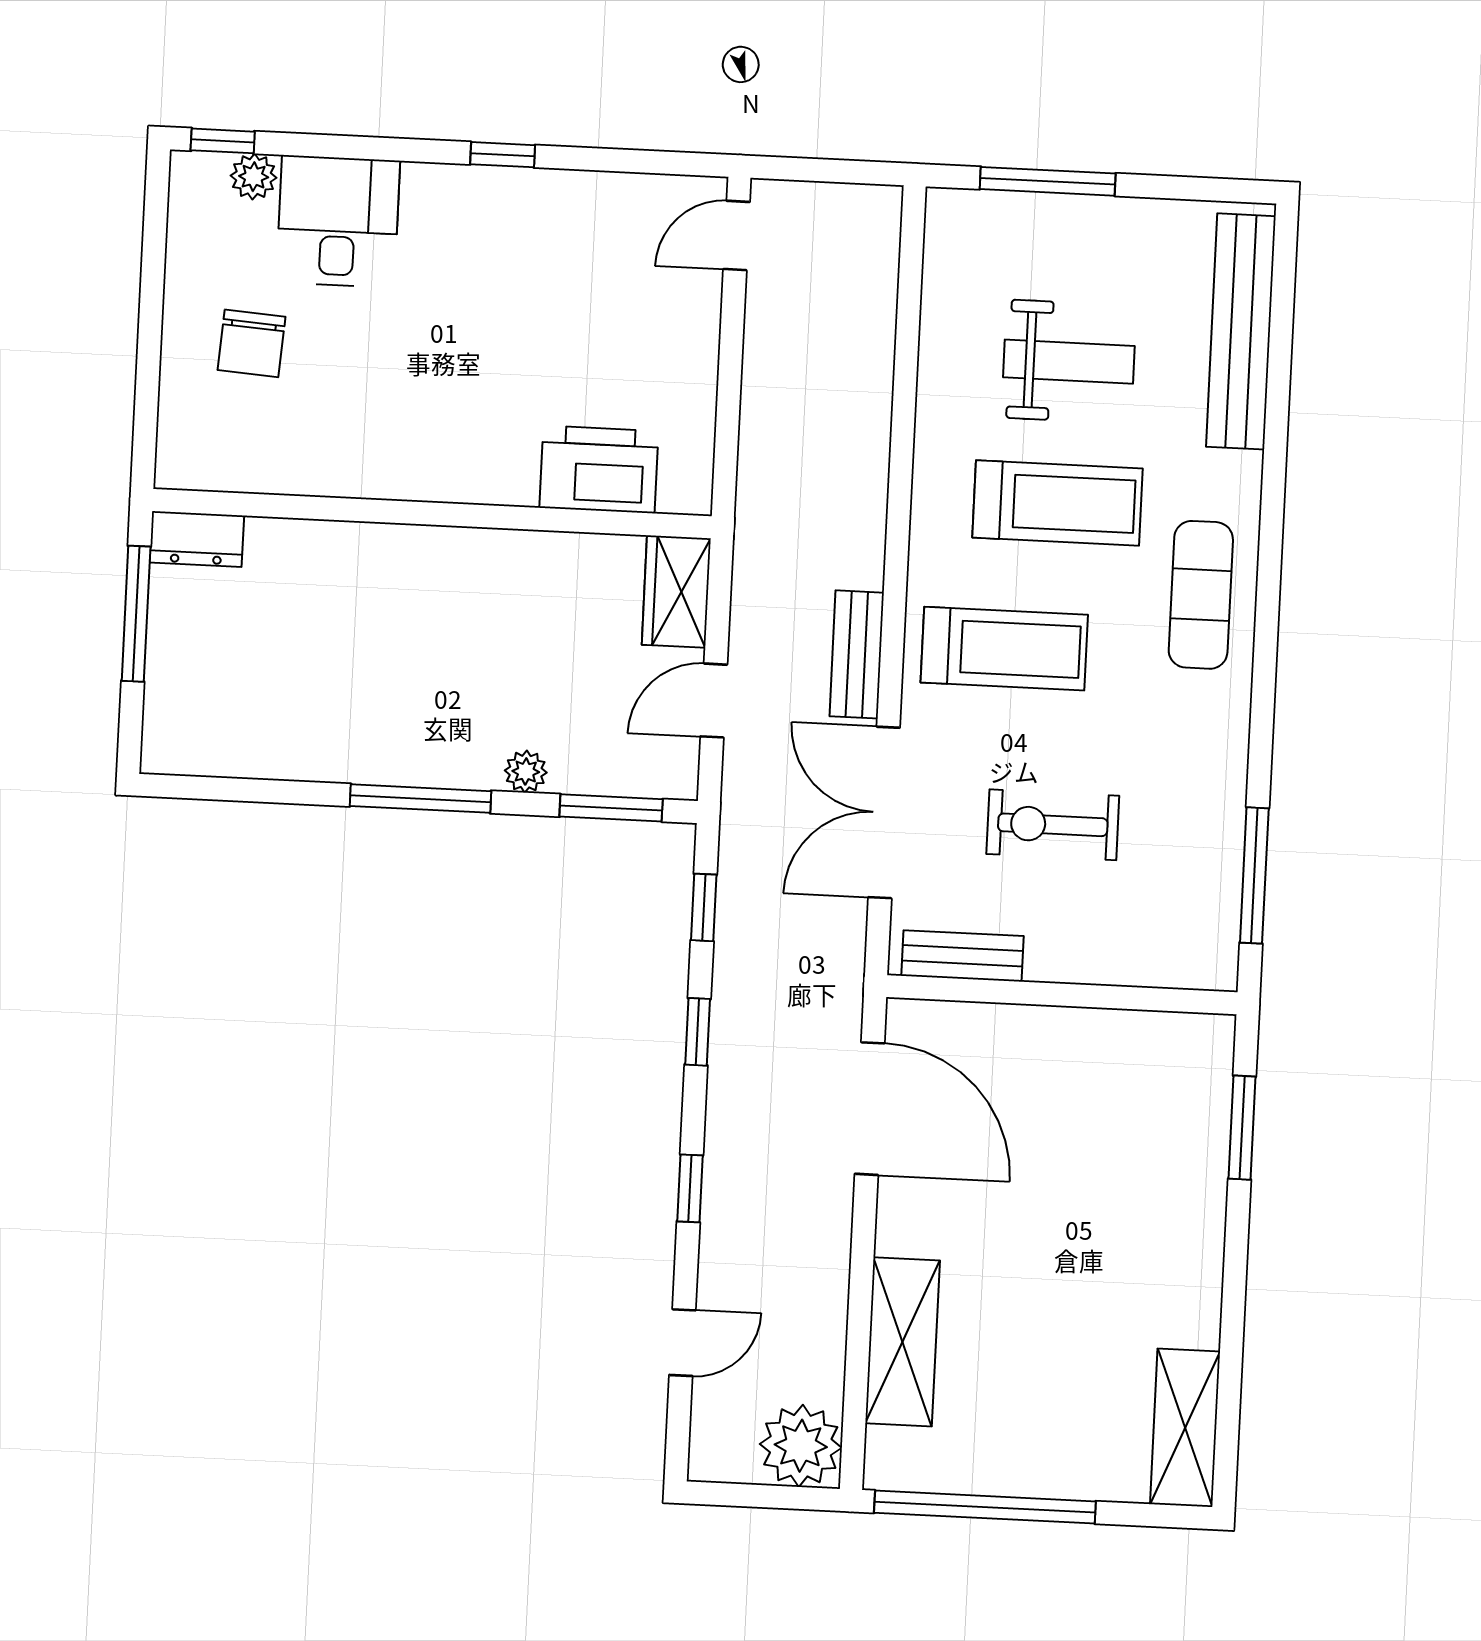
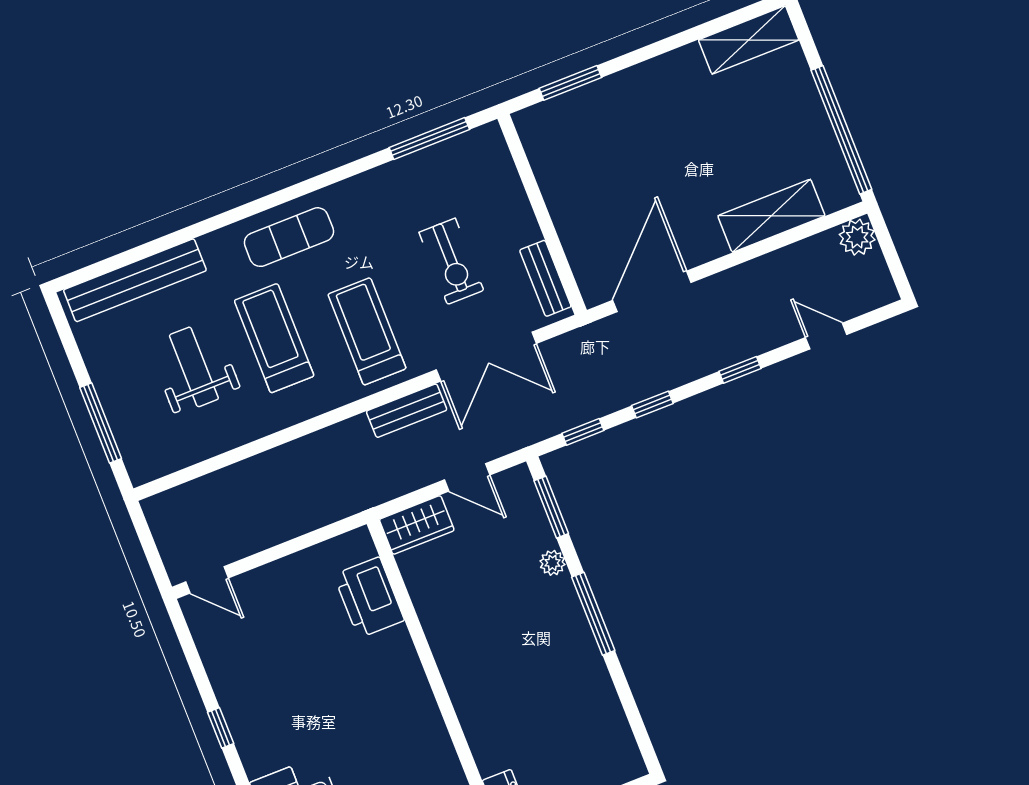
plant: (801, 1446) -> (857, 237), width x0.73, depth x0.73

